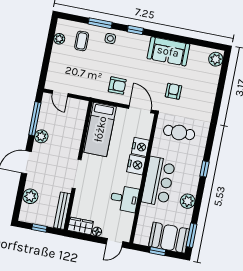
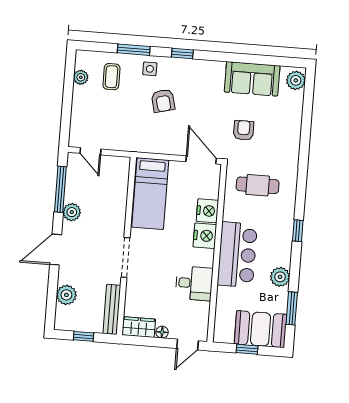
sofa: (168, 51) -> (252, 79), moved
armchair: (117, 86) -> (163, 101), moved, turned 76
window: (192, 235) -> (292, 308), moved

